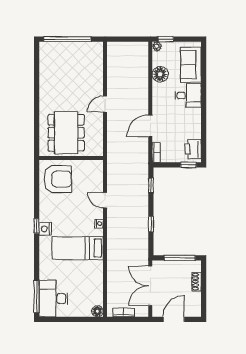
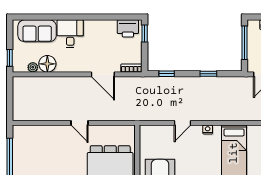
plant: (157, 46) -> (33, 67), moved

